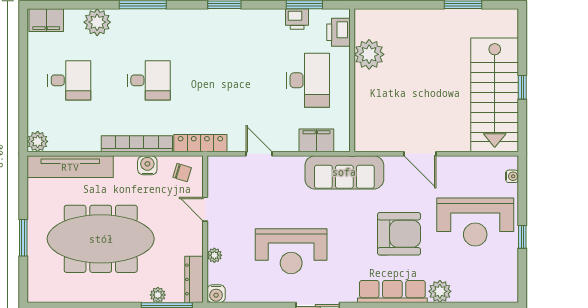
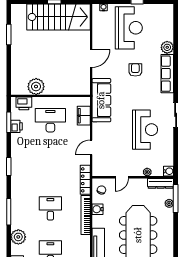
armchair: (399, 234) -> (135, 70), width x0.53, depth x0.53

